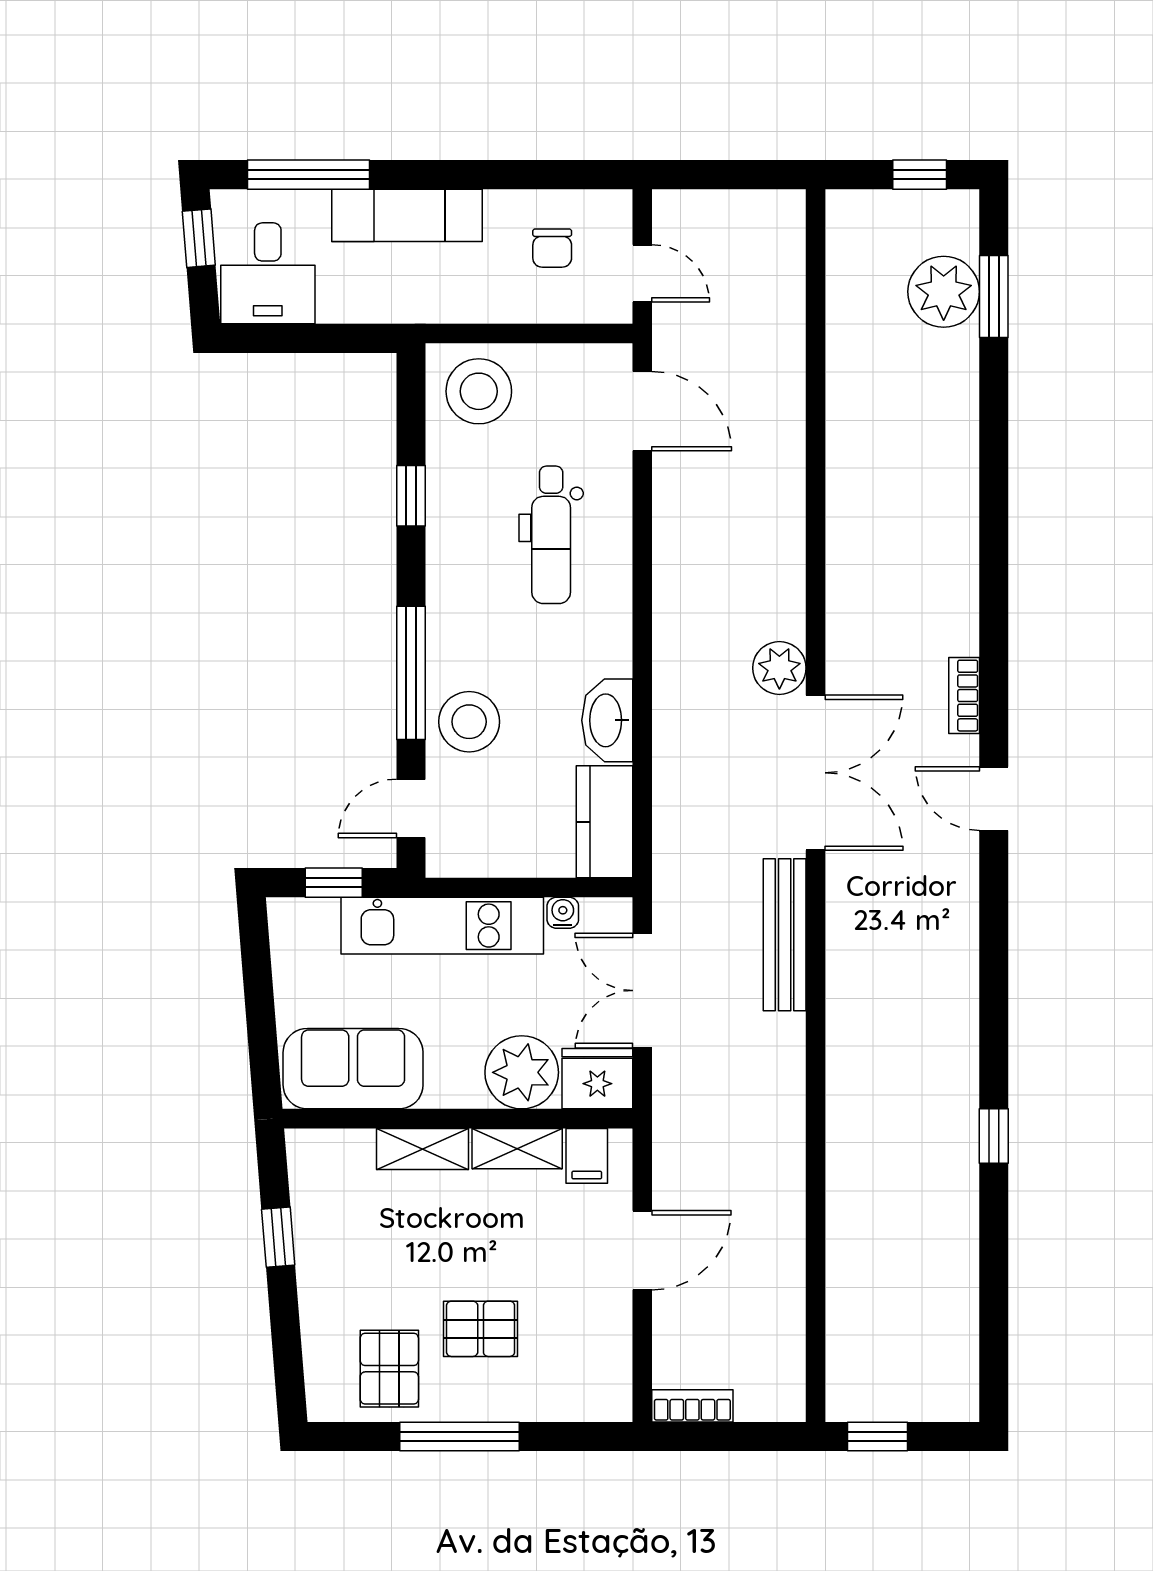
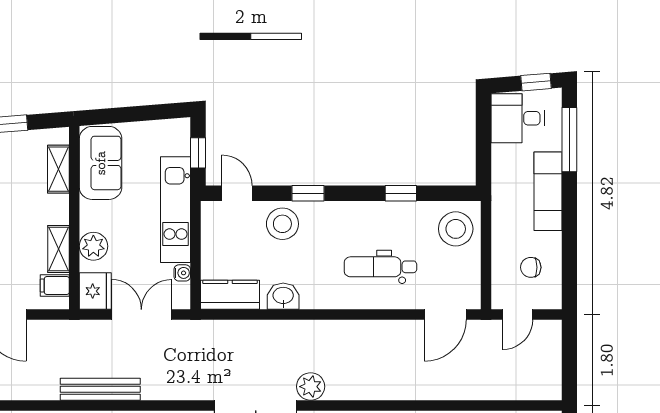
window: (411, 673) -> (308, 193), width x0.46
washbasin: (607, 720) -> (283, 296), width x0.72
bench: (785, 935) -> (100, 389), moved
plant: (522, 1072) -> (93, 246), width x0.73, depth x0.73
shelving: (422, 1149) -> (58, 169), moved

